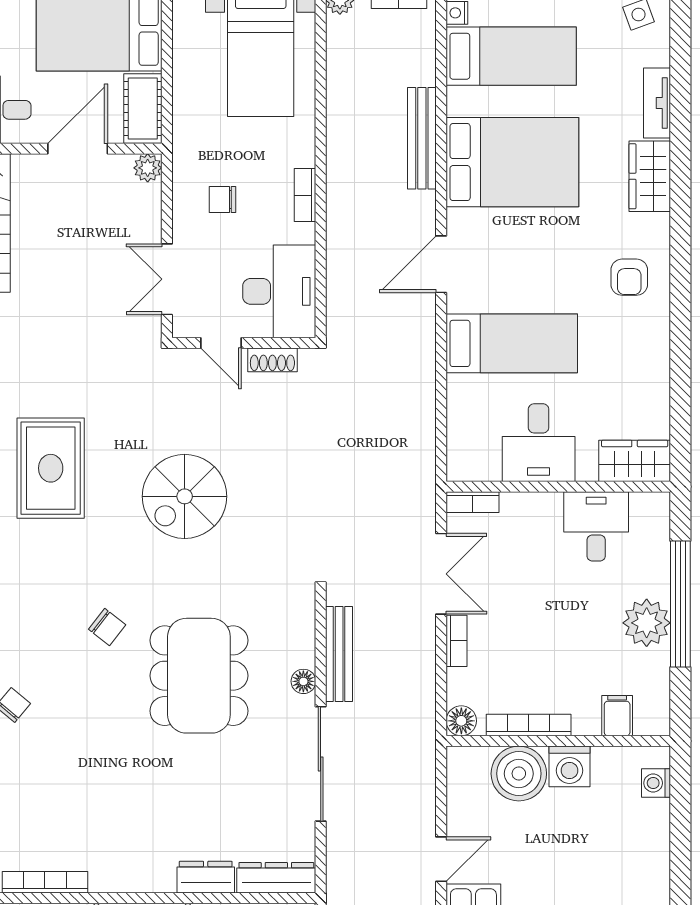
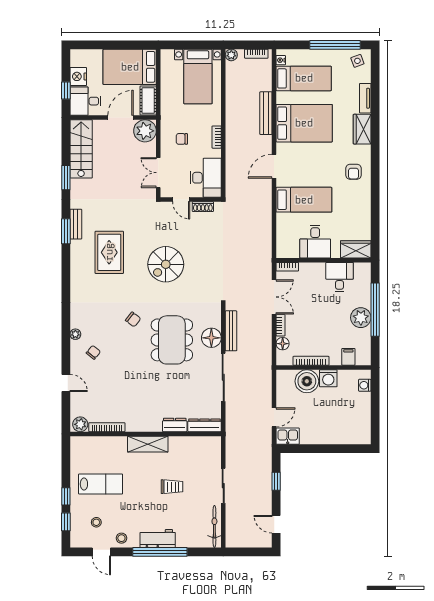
plant: (148, 168) -> (145, 131), width x1.88, depth x1.88
floor lamp: (303, 681) -> (211, 338), width x1.89, depth x1.89
floor lamp: (461, 721) -> (283, 344), moved

